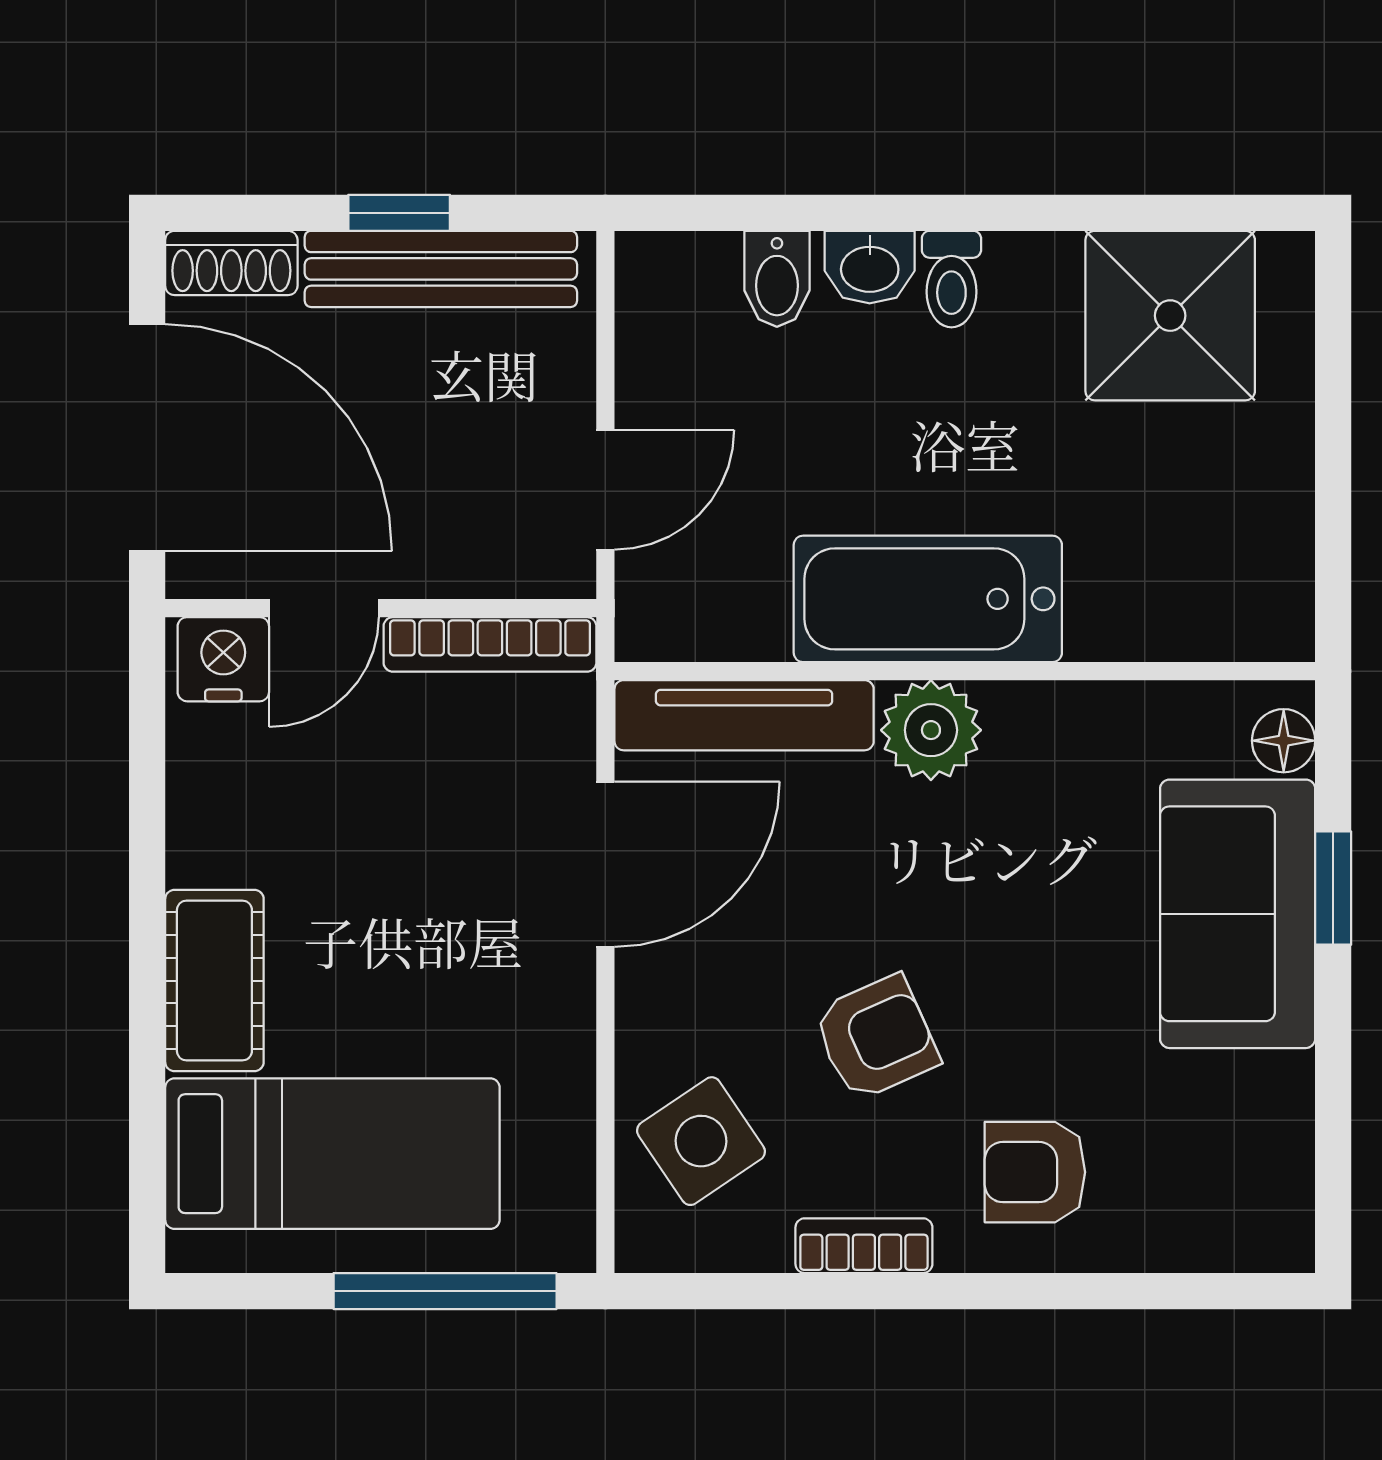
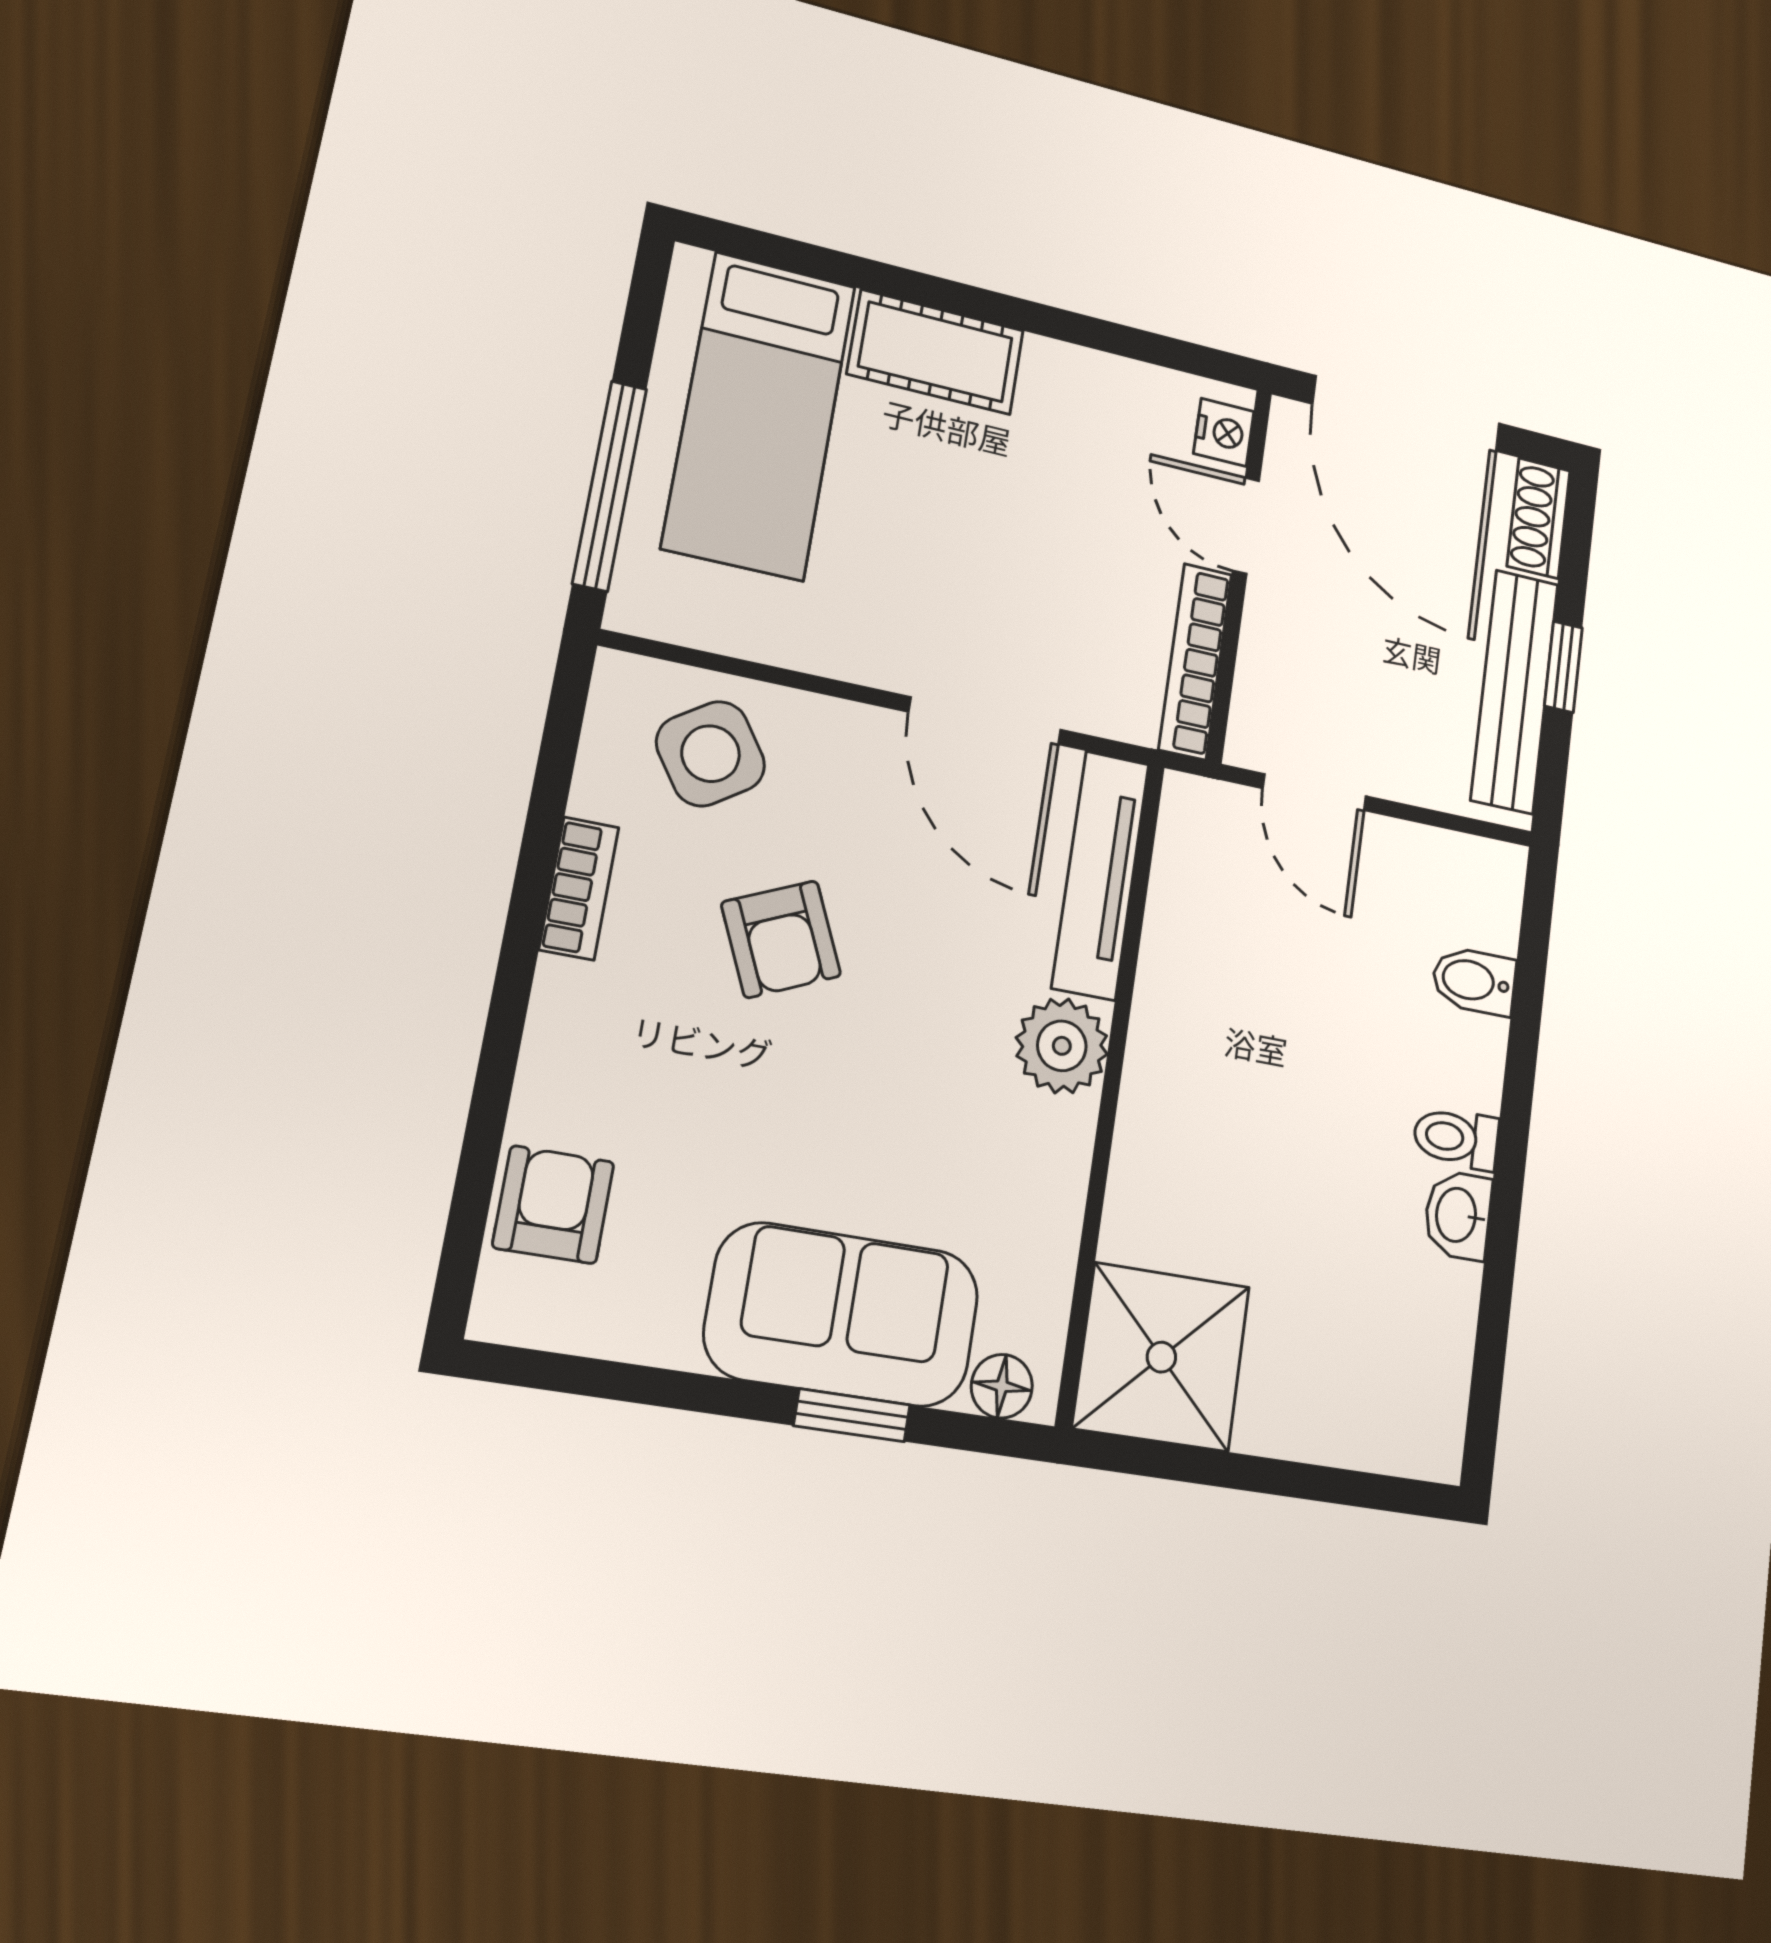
washbasin: (870, 267) -> (1458, 1215), moved
shower: (1170, 316) -> (1161, 1357), moved
door: (147, 438) -> (1407, 414), hinge flipped
bathtub: (928, 599) -> (1181, 1065), removed
nightstand: (223, 659) -> (1224, 432), width x0.72, depth x0.74
armchair: (1035, 1172) -> (553, 1205), moved

